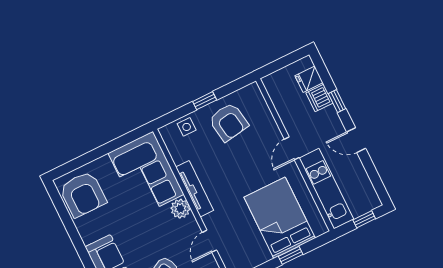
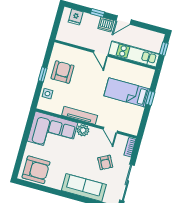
dishwasher: (319, 98) -> (106, 24), moved
armchair: (229, 122) -> (62, 72), turned -81
bed: (280, 218) -> (127, 92), width x0.67

